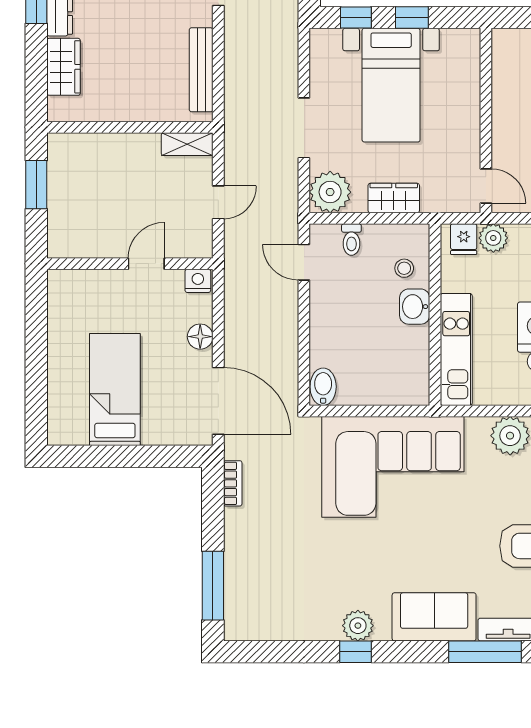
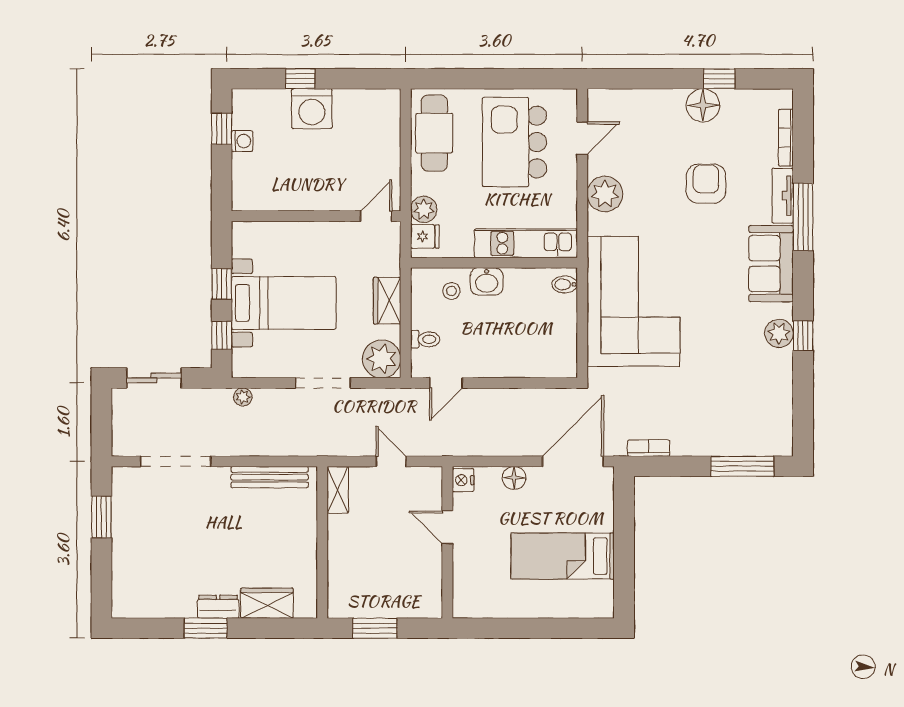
plant: (289, 41) -> (243, 397), added
bidet: (323, 387) -> (565, 284), moved, width x0.72, depth x0.74

